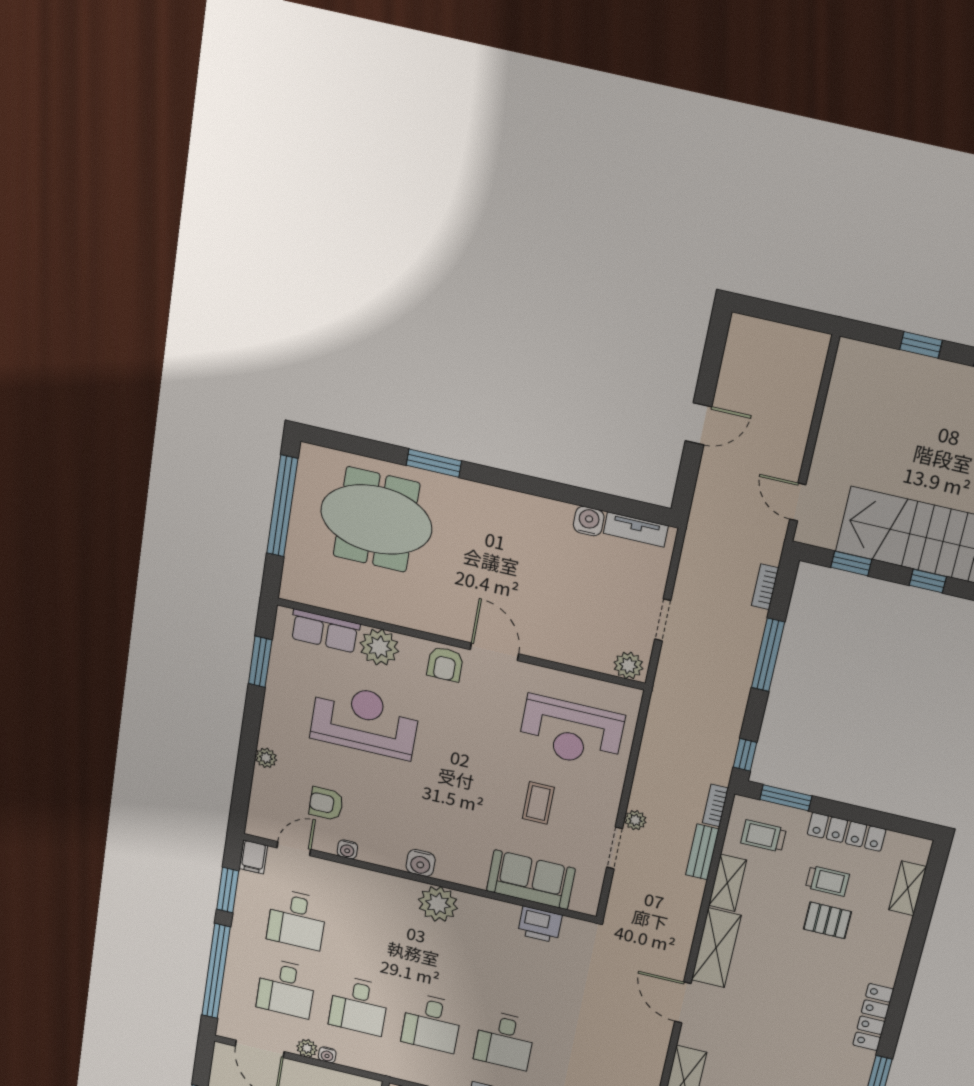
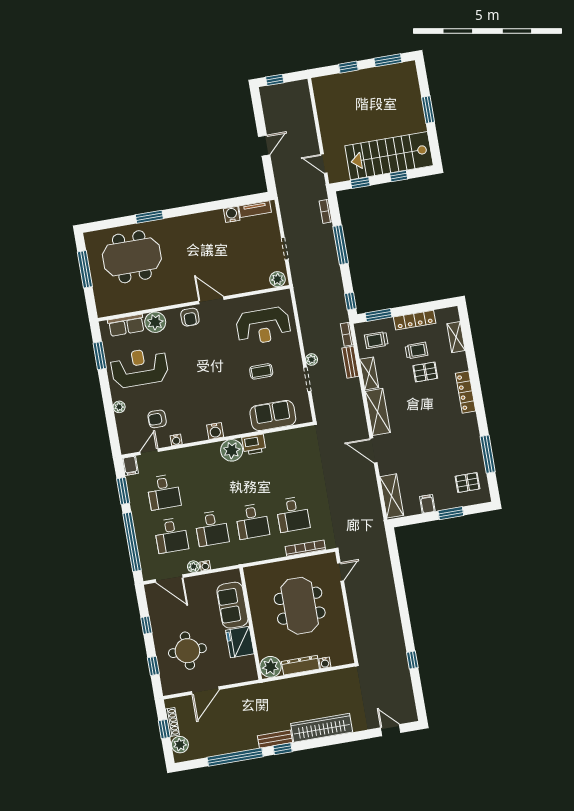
window: (768, 310) -> (275, 80), added
window: (282, 506) -> (85, 269), width x0.68
reception desk: (365, 721) -> (139, 368), moved
coffee table: (538, 803) -> (261, 371), turned 90
printer: (540, 925) -> (254, 444), moved
locker: (873, 1017) -> (465, 392), moved

